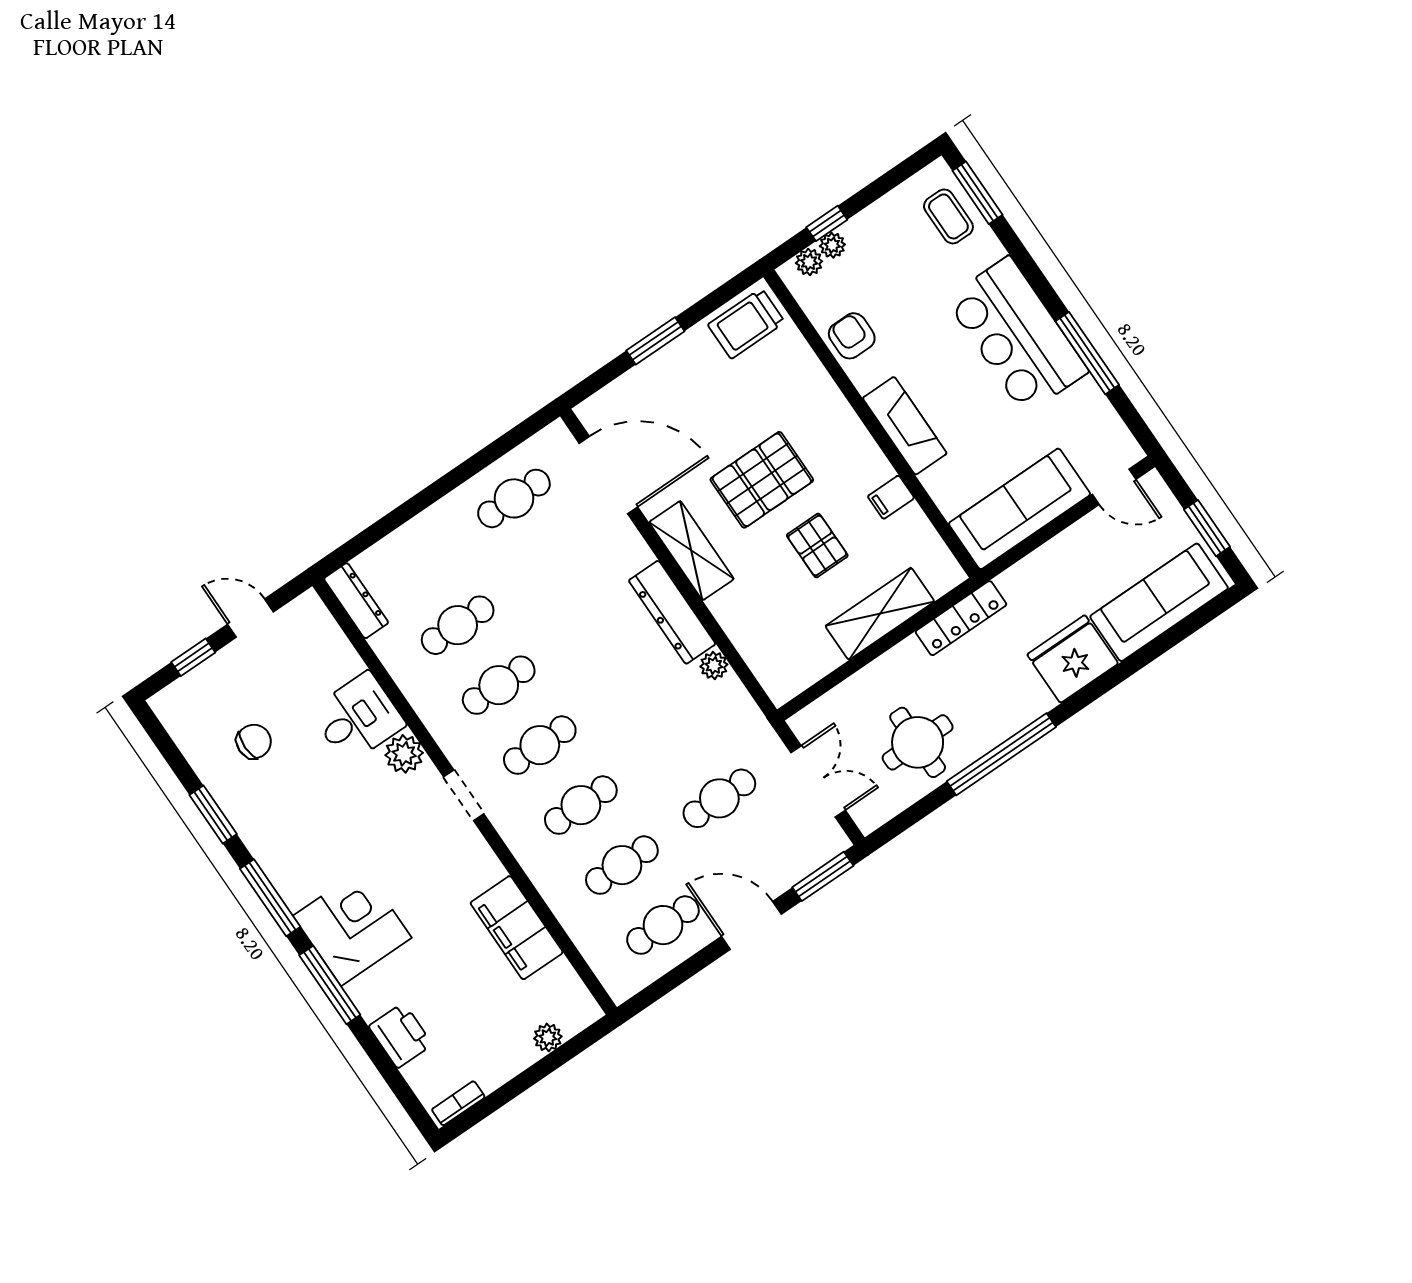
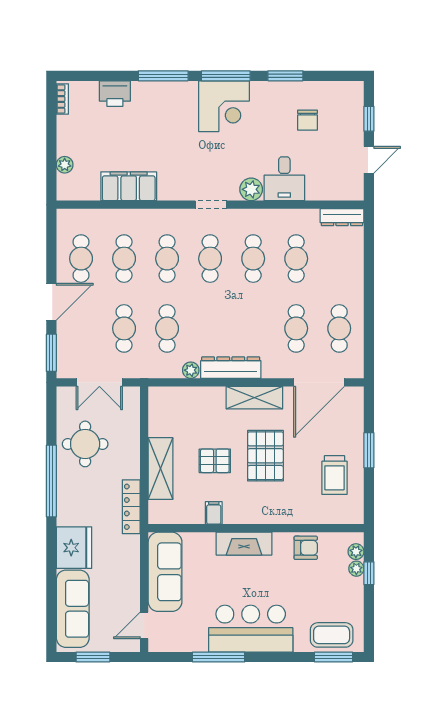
coffee table: (948, 216) -> (332, 635), width x1.36, depth x1.30
trolley: (746, 324) -> (334, 475), moved, turned 180
cafe table: (555, 558) -> (296, 328), added
cafe table: (678, 738) -> (167, 328), added
corner desk: (352, 927) -> (224, 106), moved

